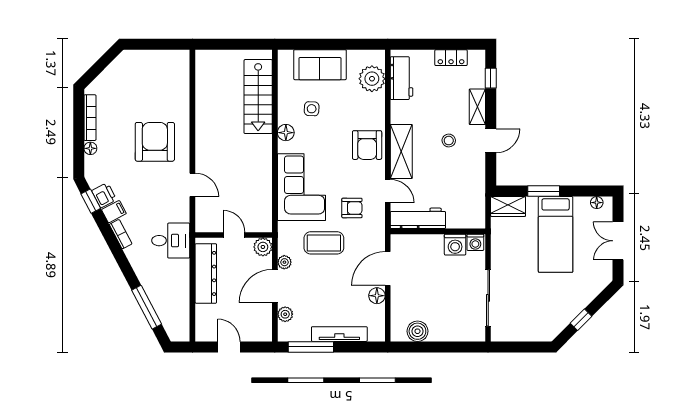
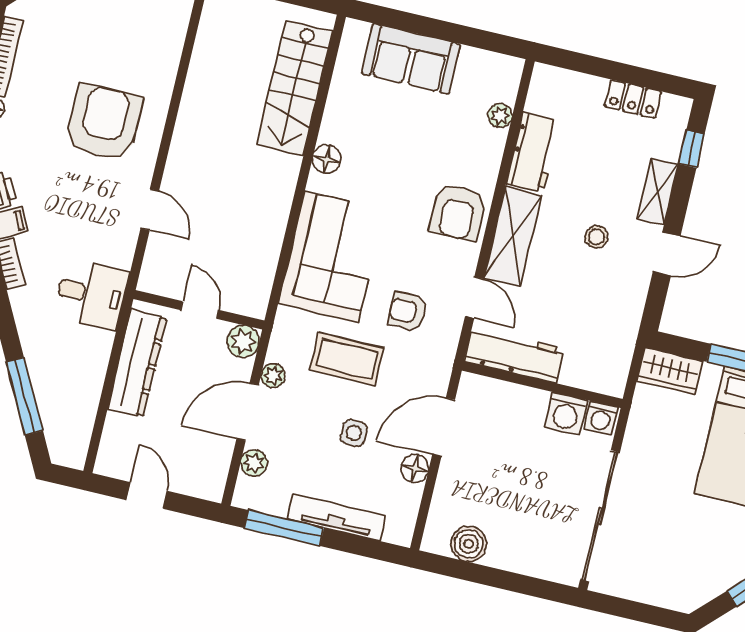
workbench: (402, 78) -> (533, 152), moved
plant: (372, 79) -> (500, 116), width x0.53, depth x0.53
side table: (312, 109) -> (354, 433), moved
armchair: (352, 208) -> (408, 311), turned 180
sliding door: (488, 298) -> (600, 516), width x1.36

